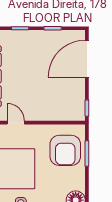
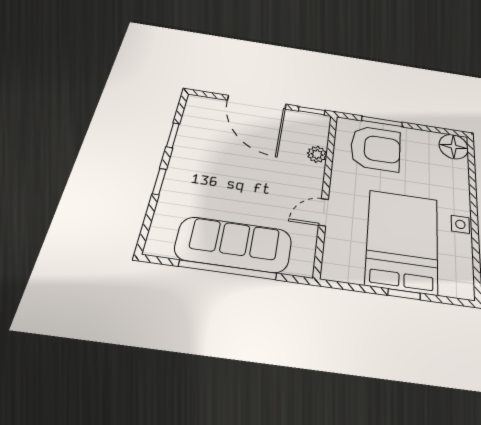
door: (87, 59) -> (257, 102), moved
plant: (54, 115) -> (317, 154), added

